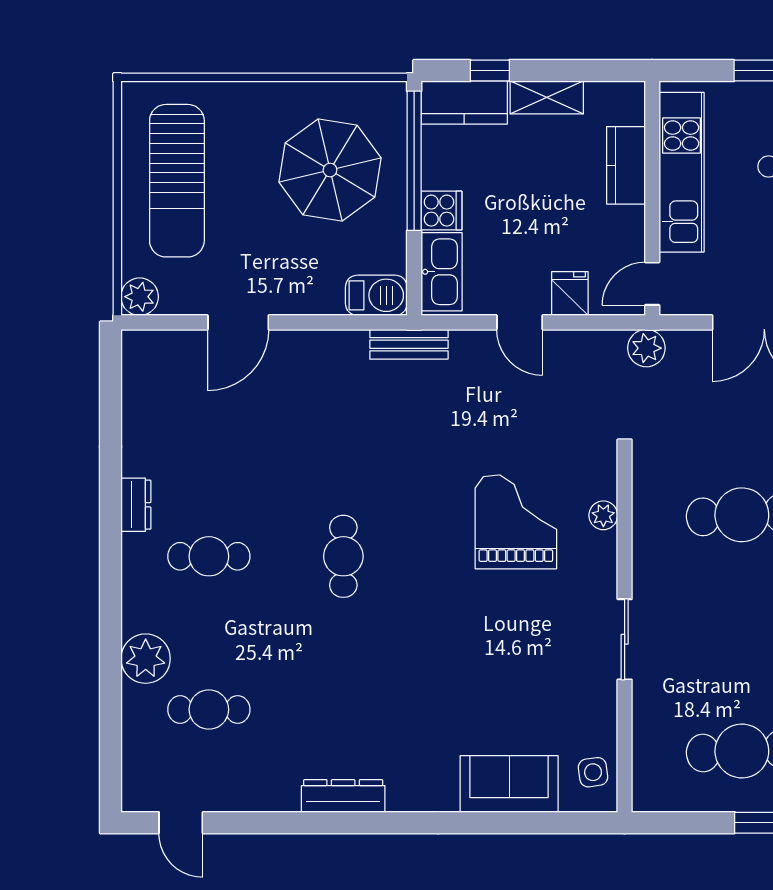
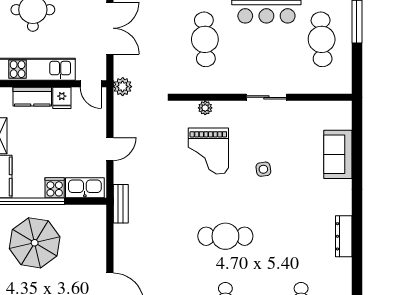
fridge: (570, 294) -> (62, 98), moved, turned -90
barbecue: (376, 295) -> (96, 220), removed
grand piano: (516, 522) -> (208, 151), turned -90
cafe table: (343, 556) -> (225, 236), width x1.37, depth x1.35
side table: (593, 772) -> (263, 169), moved

